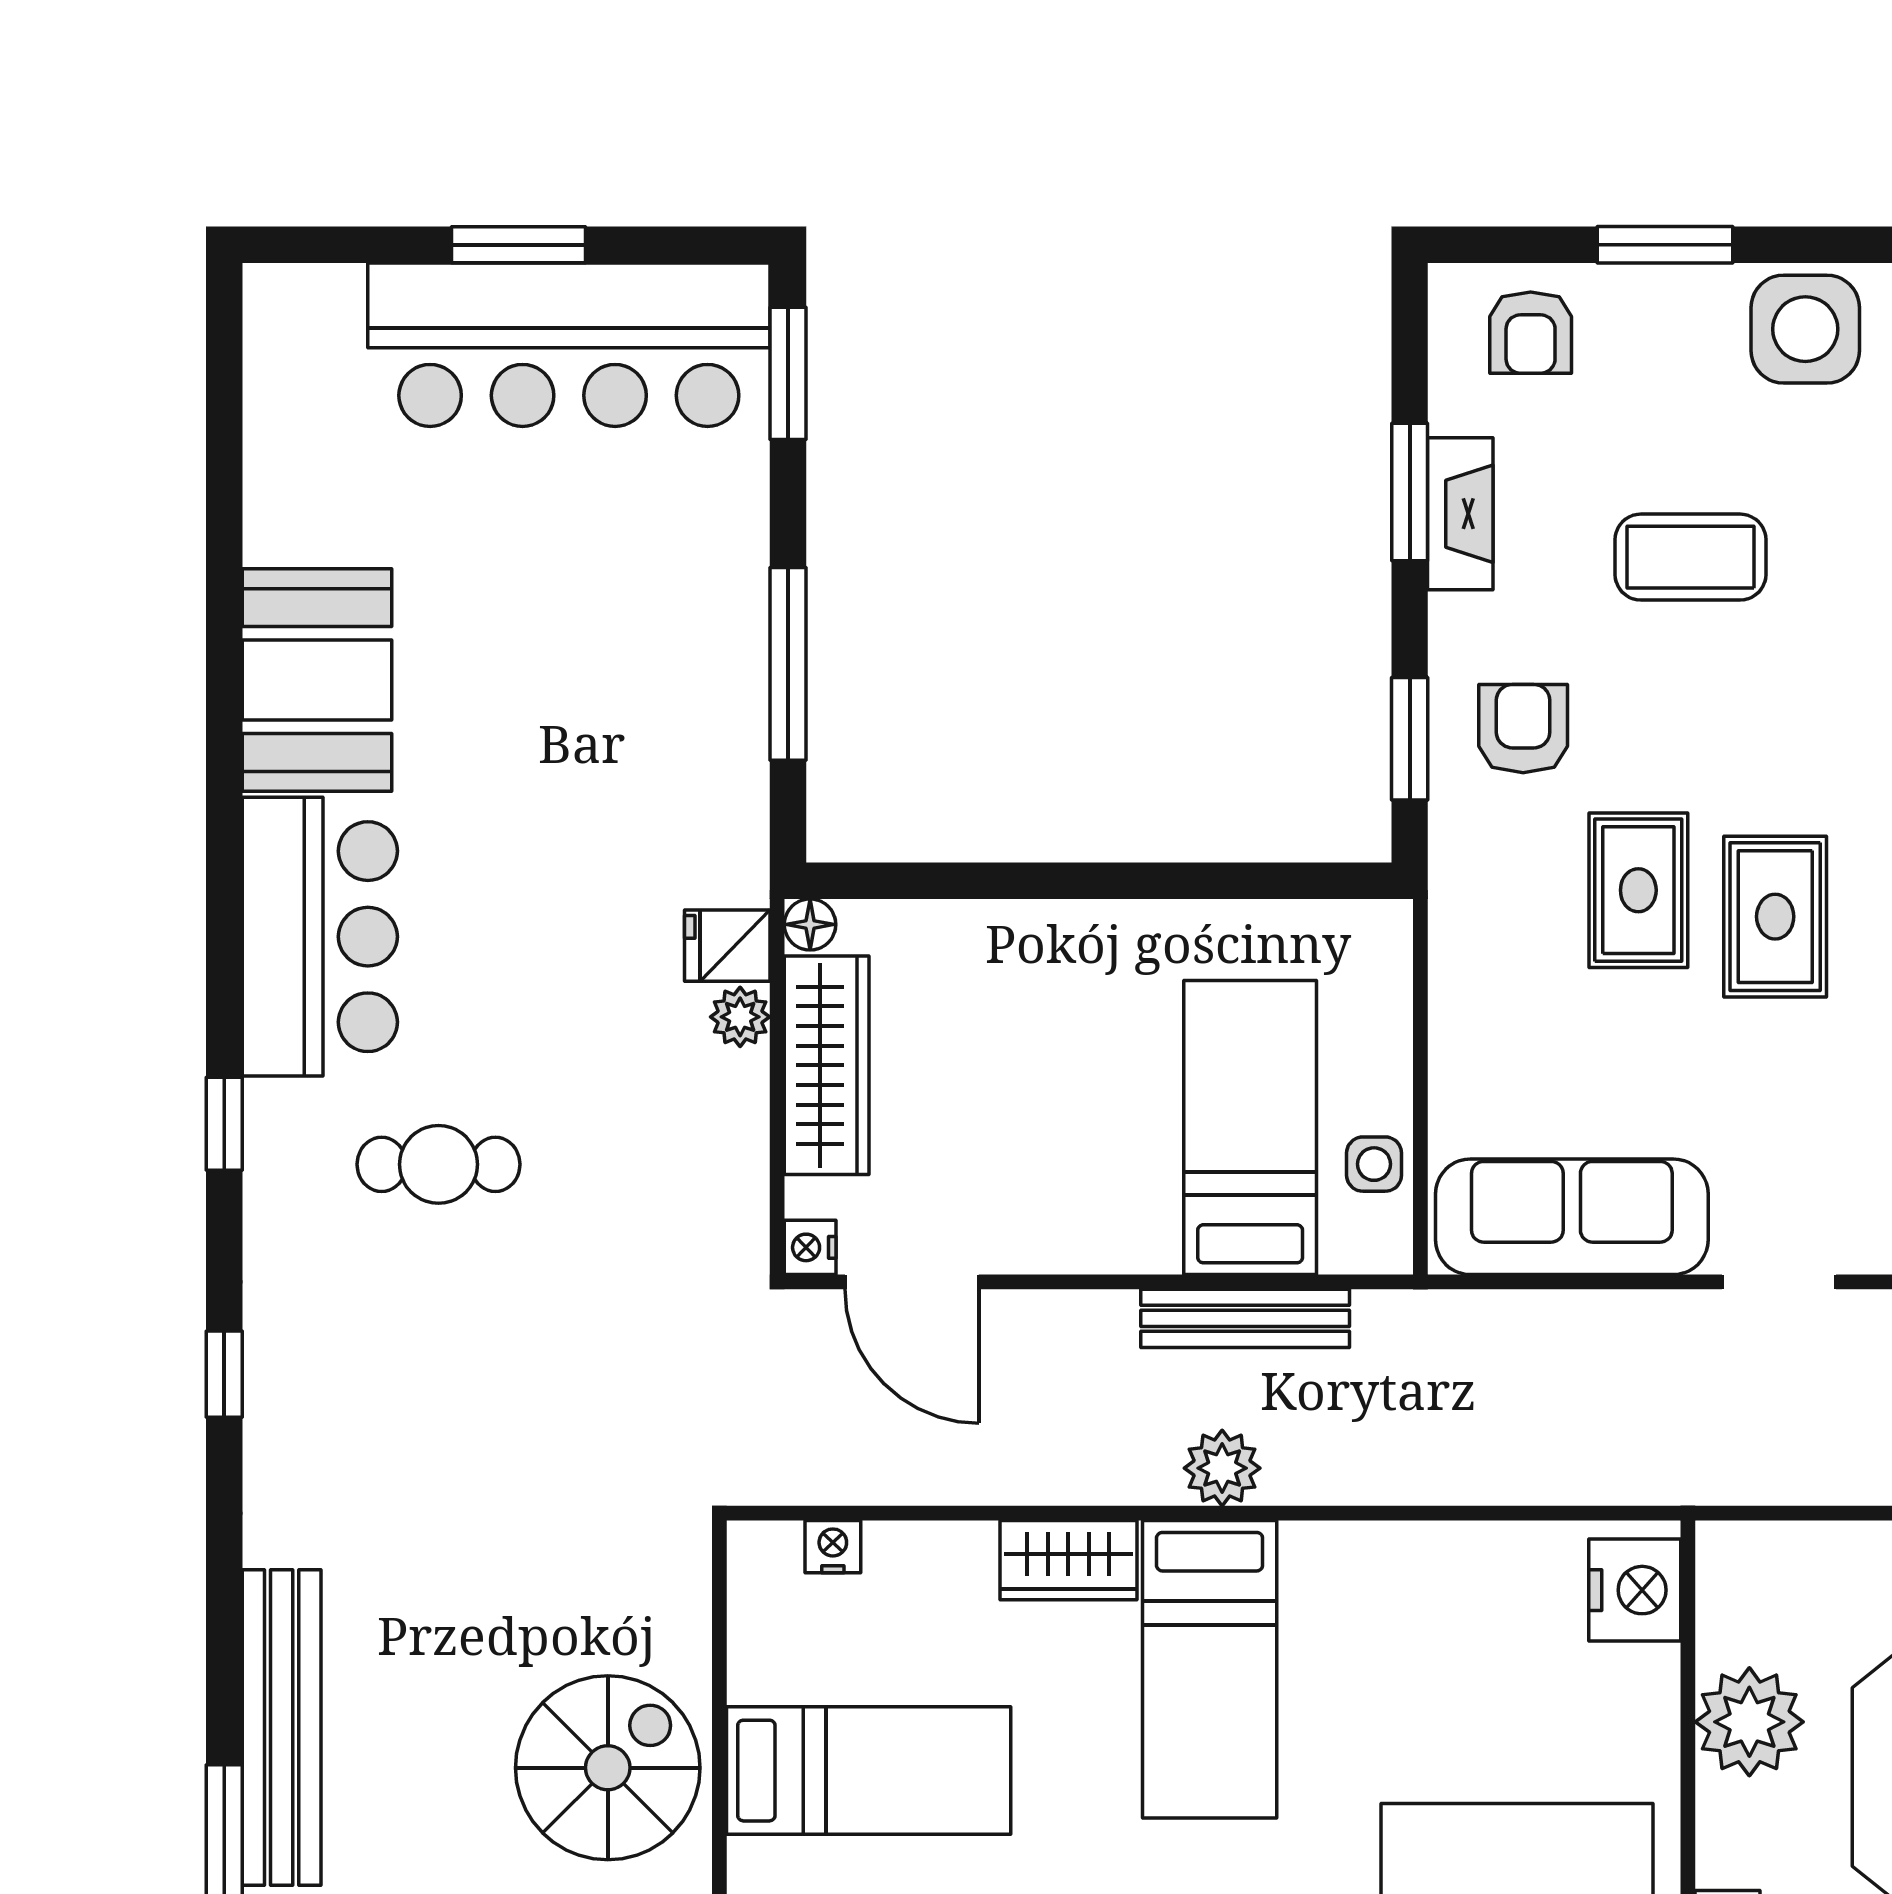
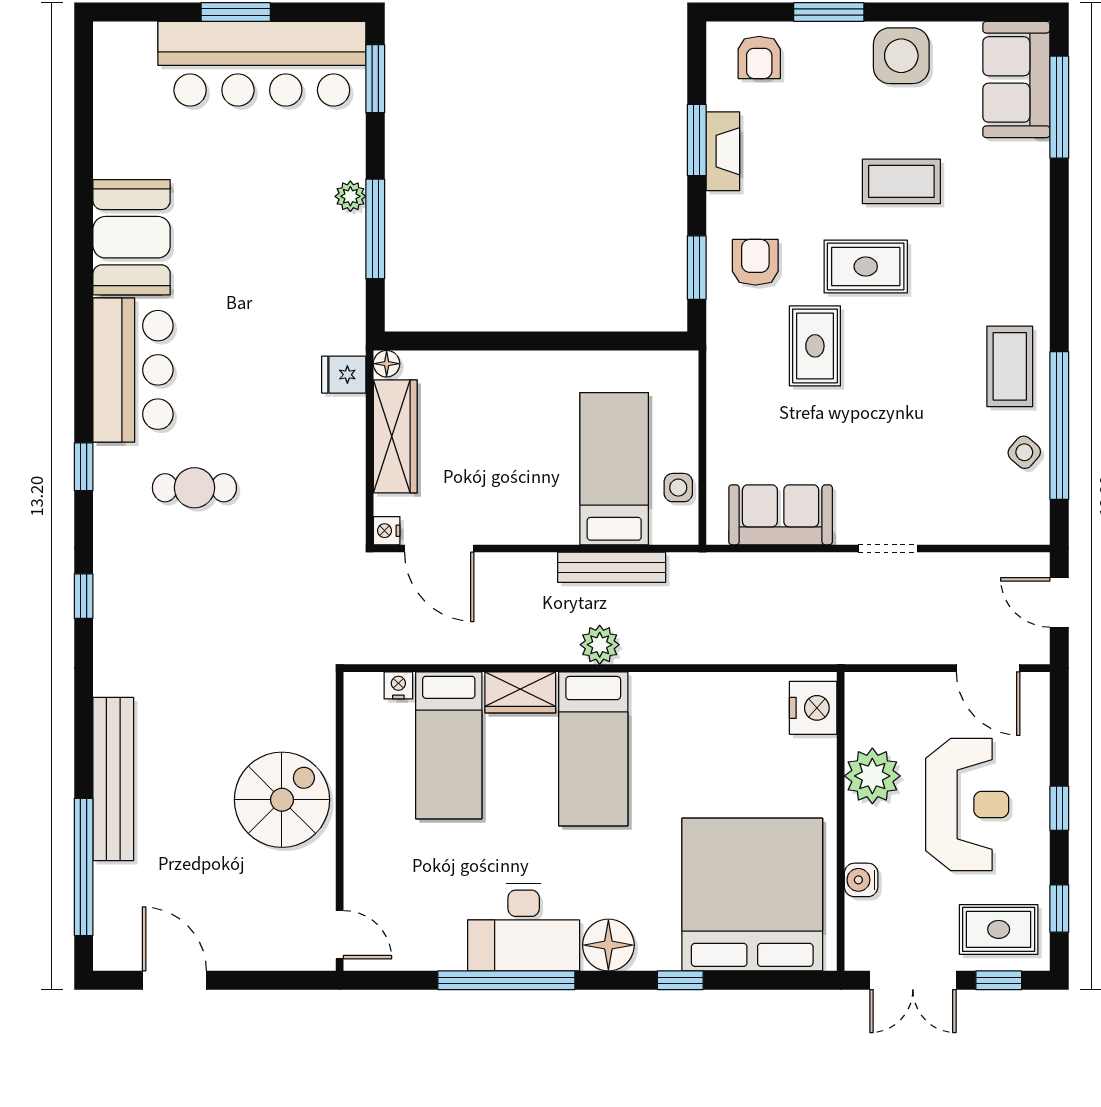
coffee table: (1690, 557) -> (901, 181), moved
rug: (1775, 917) -> (866, 267), moved, turned 90
plant: (740, 1017) -> (350, 196), moved
sofa: (1572, 1217) -> (781, 515), width x0.73
bed: (869, 1771) -> (449, 745), moved, turned 90

